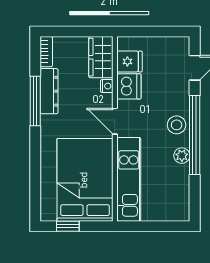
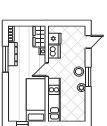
door: (115, 121) -> (47, 70), hinge flipped
window: (195, 135) -> (88, 77), width x0.47
bed: (85, 180) -> (36, 100), width x0.67

